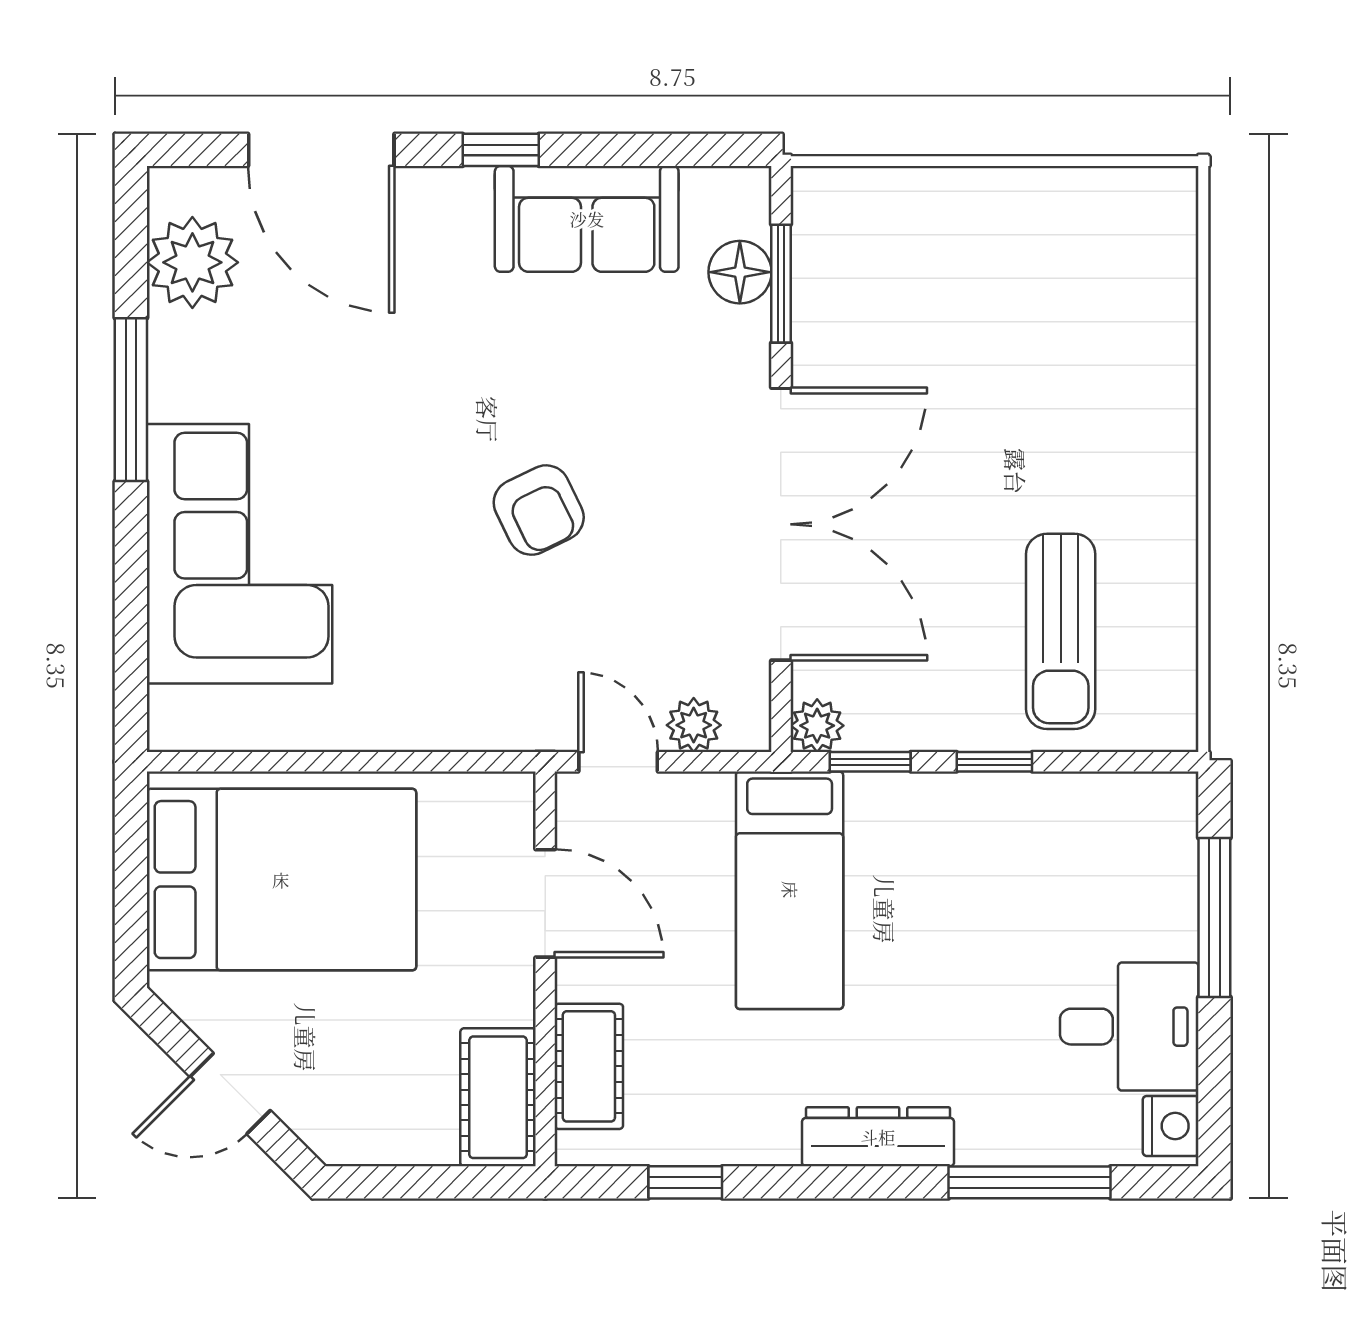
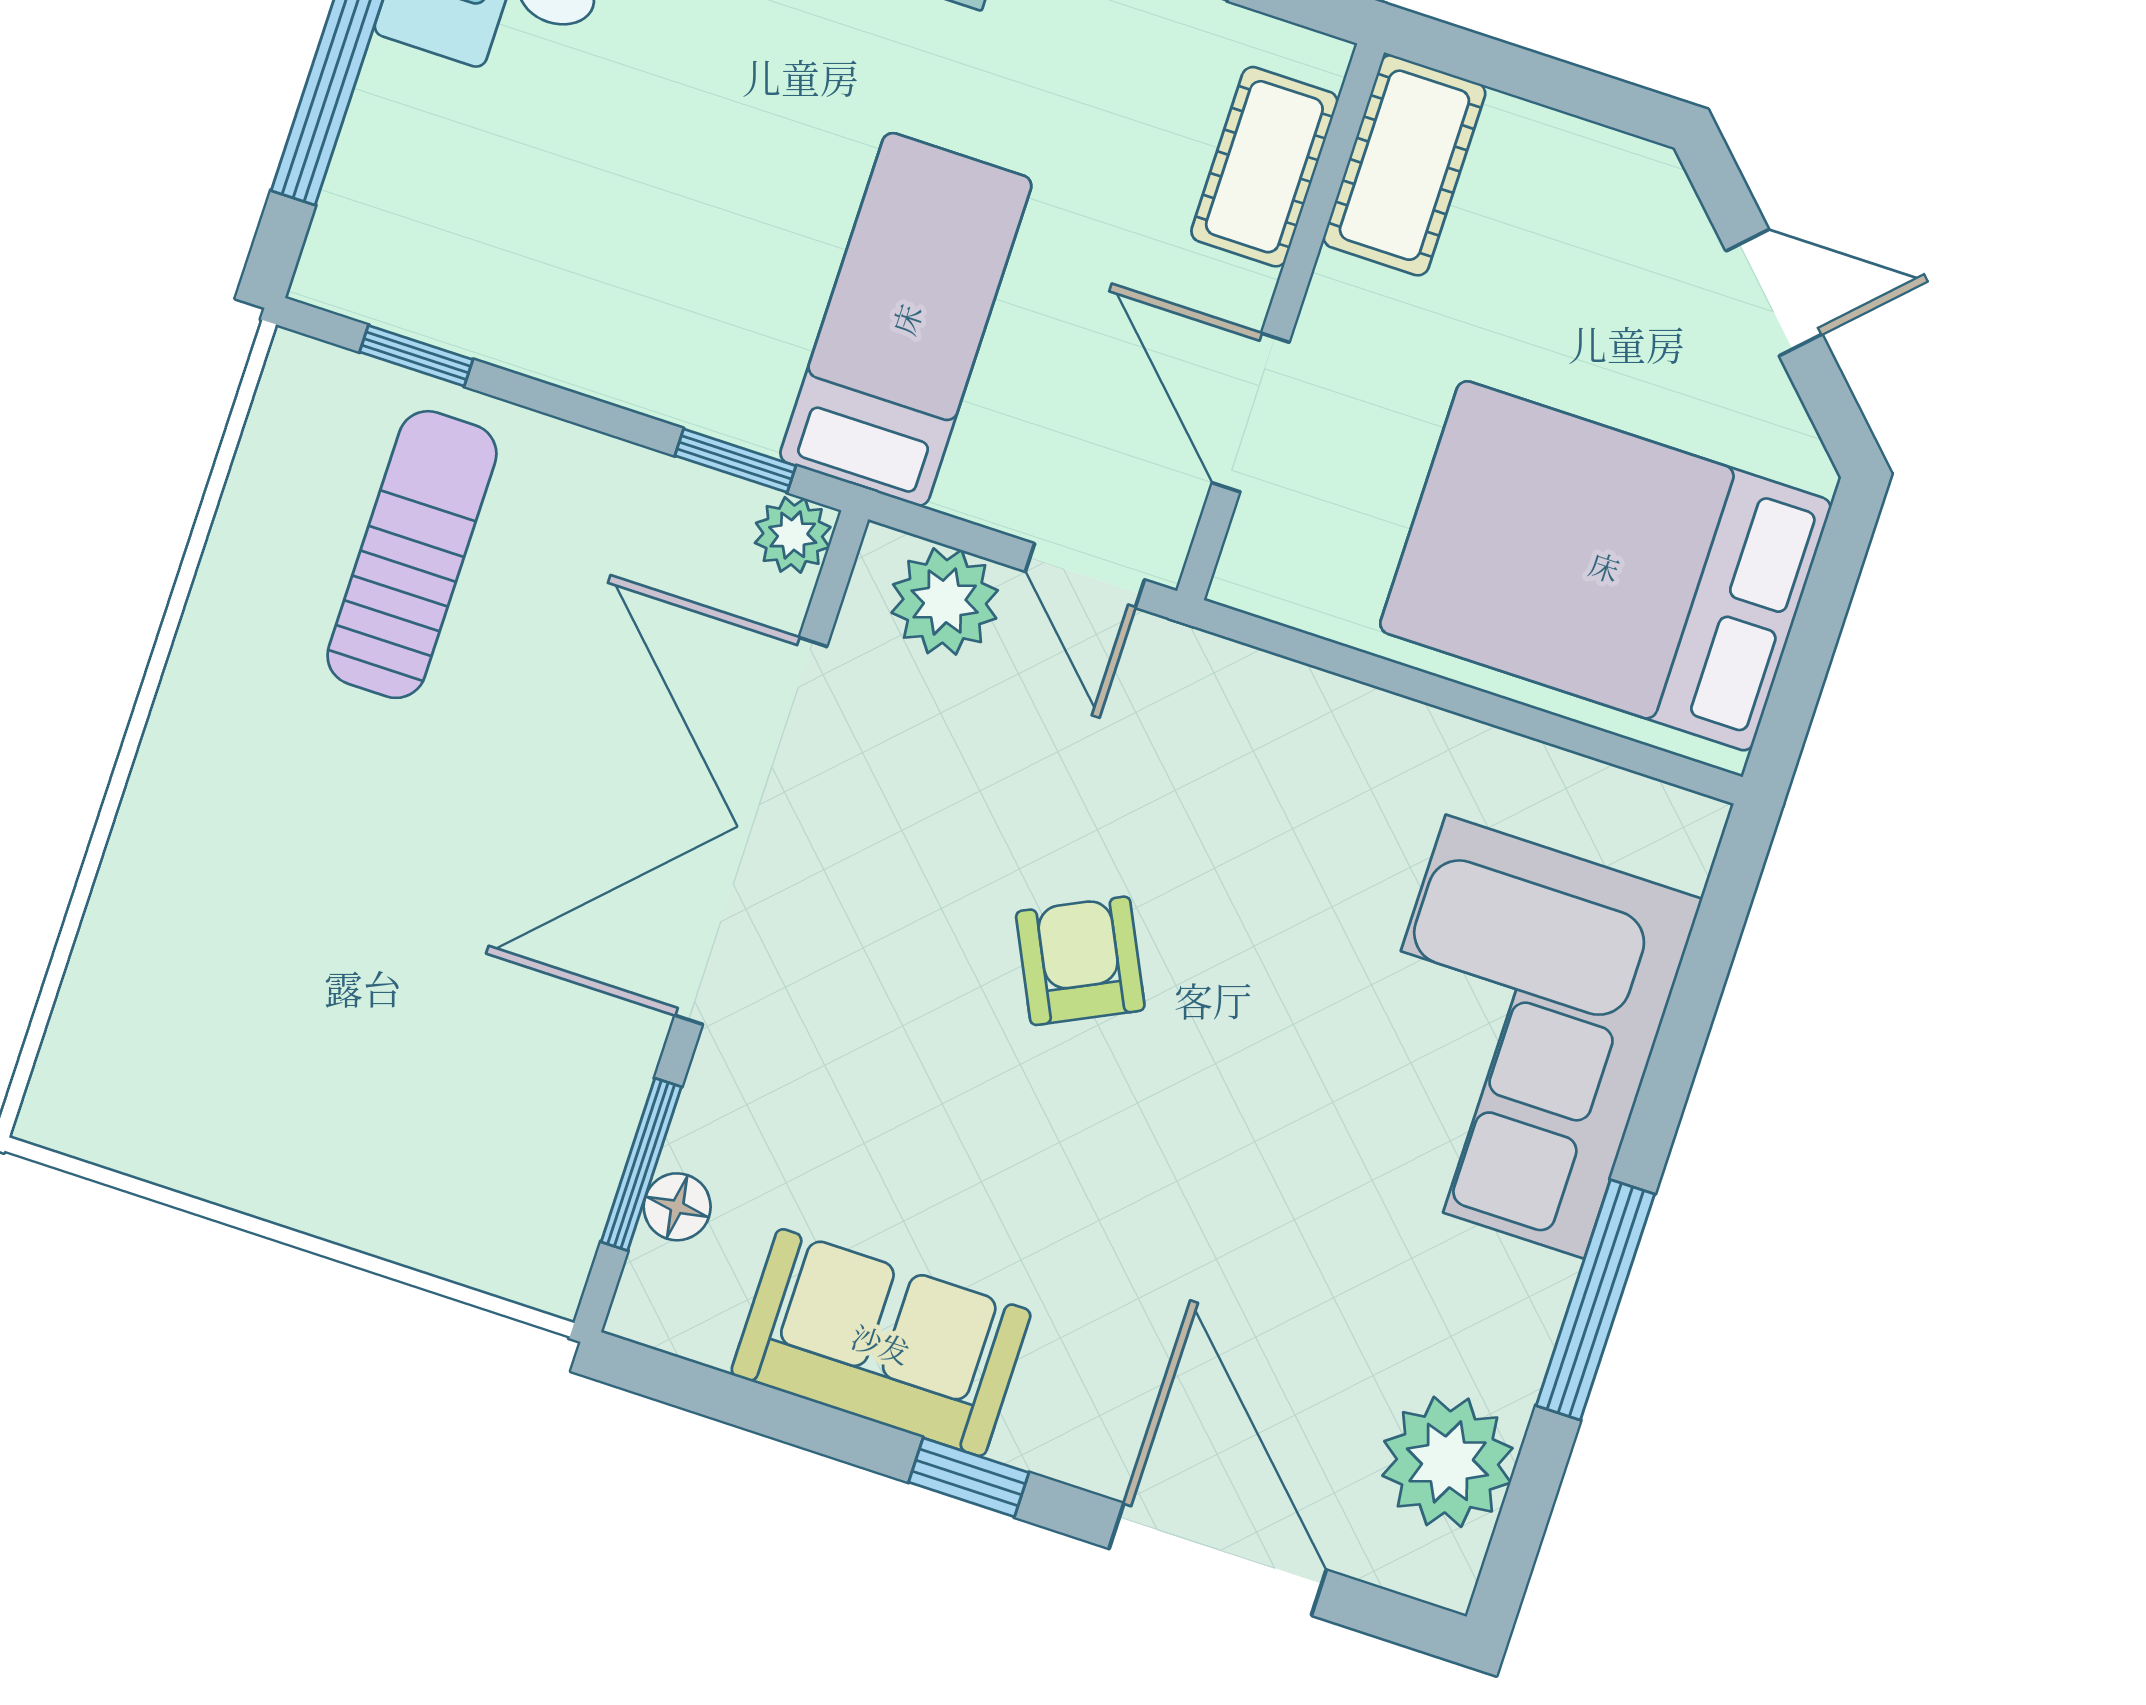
floor lamp: (740, 272) -> (677, 1207), width x0.73, depth x0.73
plant: (694, 725) -> (945, 601), width x1.38, depth x1.38
window: (994, 762) -> (416, 356), moved

